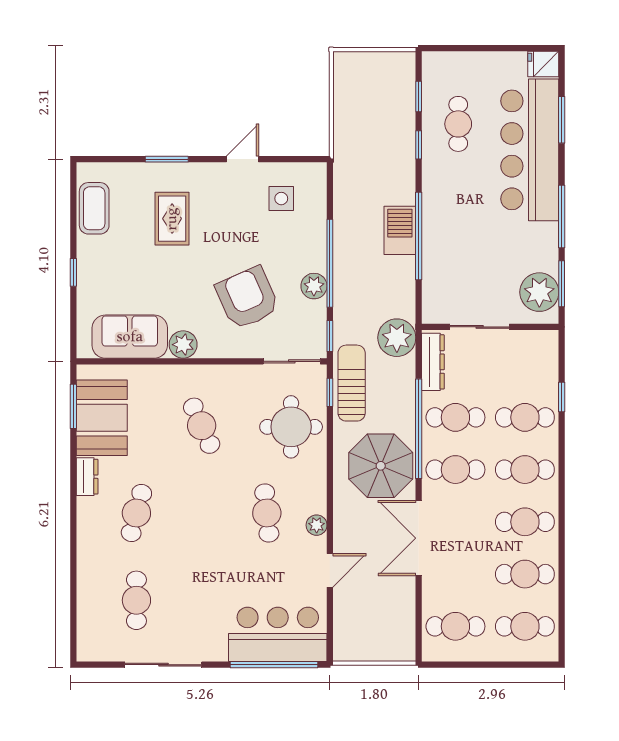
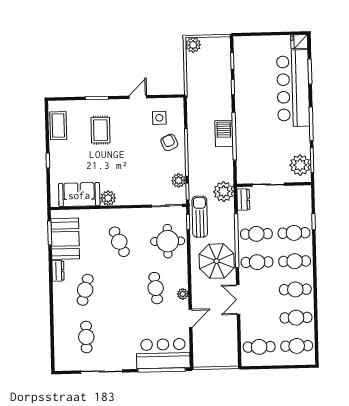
plant: (347, 65) -> (193, 45), added
cafe table: (458, 124) -> (254, 75), removed
plant: (314, 286) -> (179, 180), moved
armchair: (247, 298) -> (169, 142), moved, width x0.53, depth x0.53
dresser: (433, 362) -> (243, 199), width x0.70
double door: (419, 538) -> (238, 300), width x0.73

